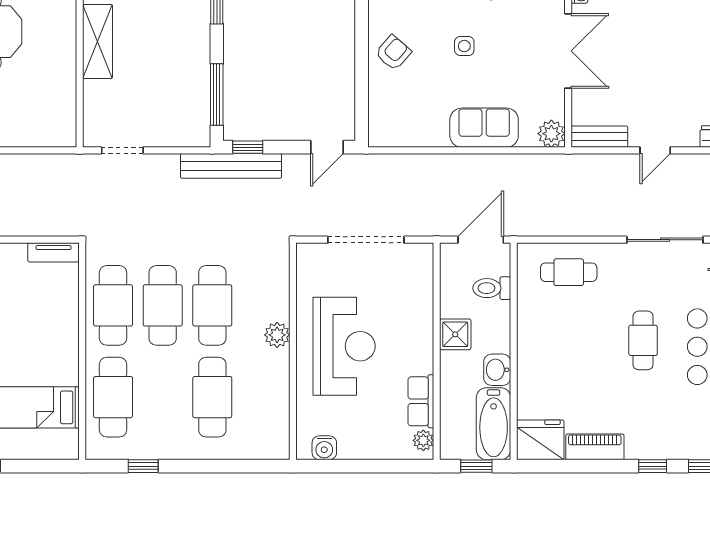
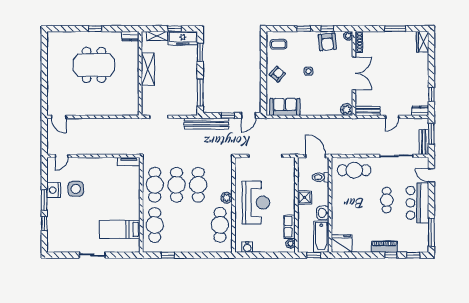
sofa: (484, 128) -> (285, 107), moved
window: (248, 147) -> (228, 115), moved
door: (481, 240) -> (316, 156), hinge flipped
cafe table: (569, 272) -> (354, 170), width x1.37, depth x1.35
cafe table: (212, 397) -> (220, 225), moved
piano: (595, 447) -> (384, 247), moved

